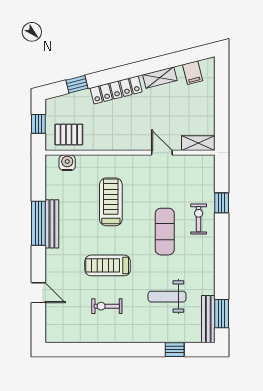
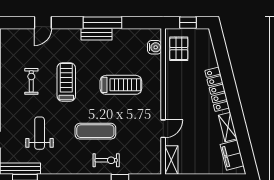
filing cabinet: (193, 73) -> (232, 155), width x2.00
window: (77, 84) -> (222, 56), removed
bench: (52, 224) -> (96, 34), width x0.73

